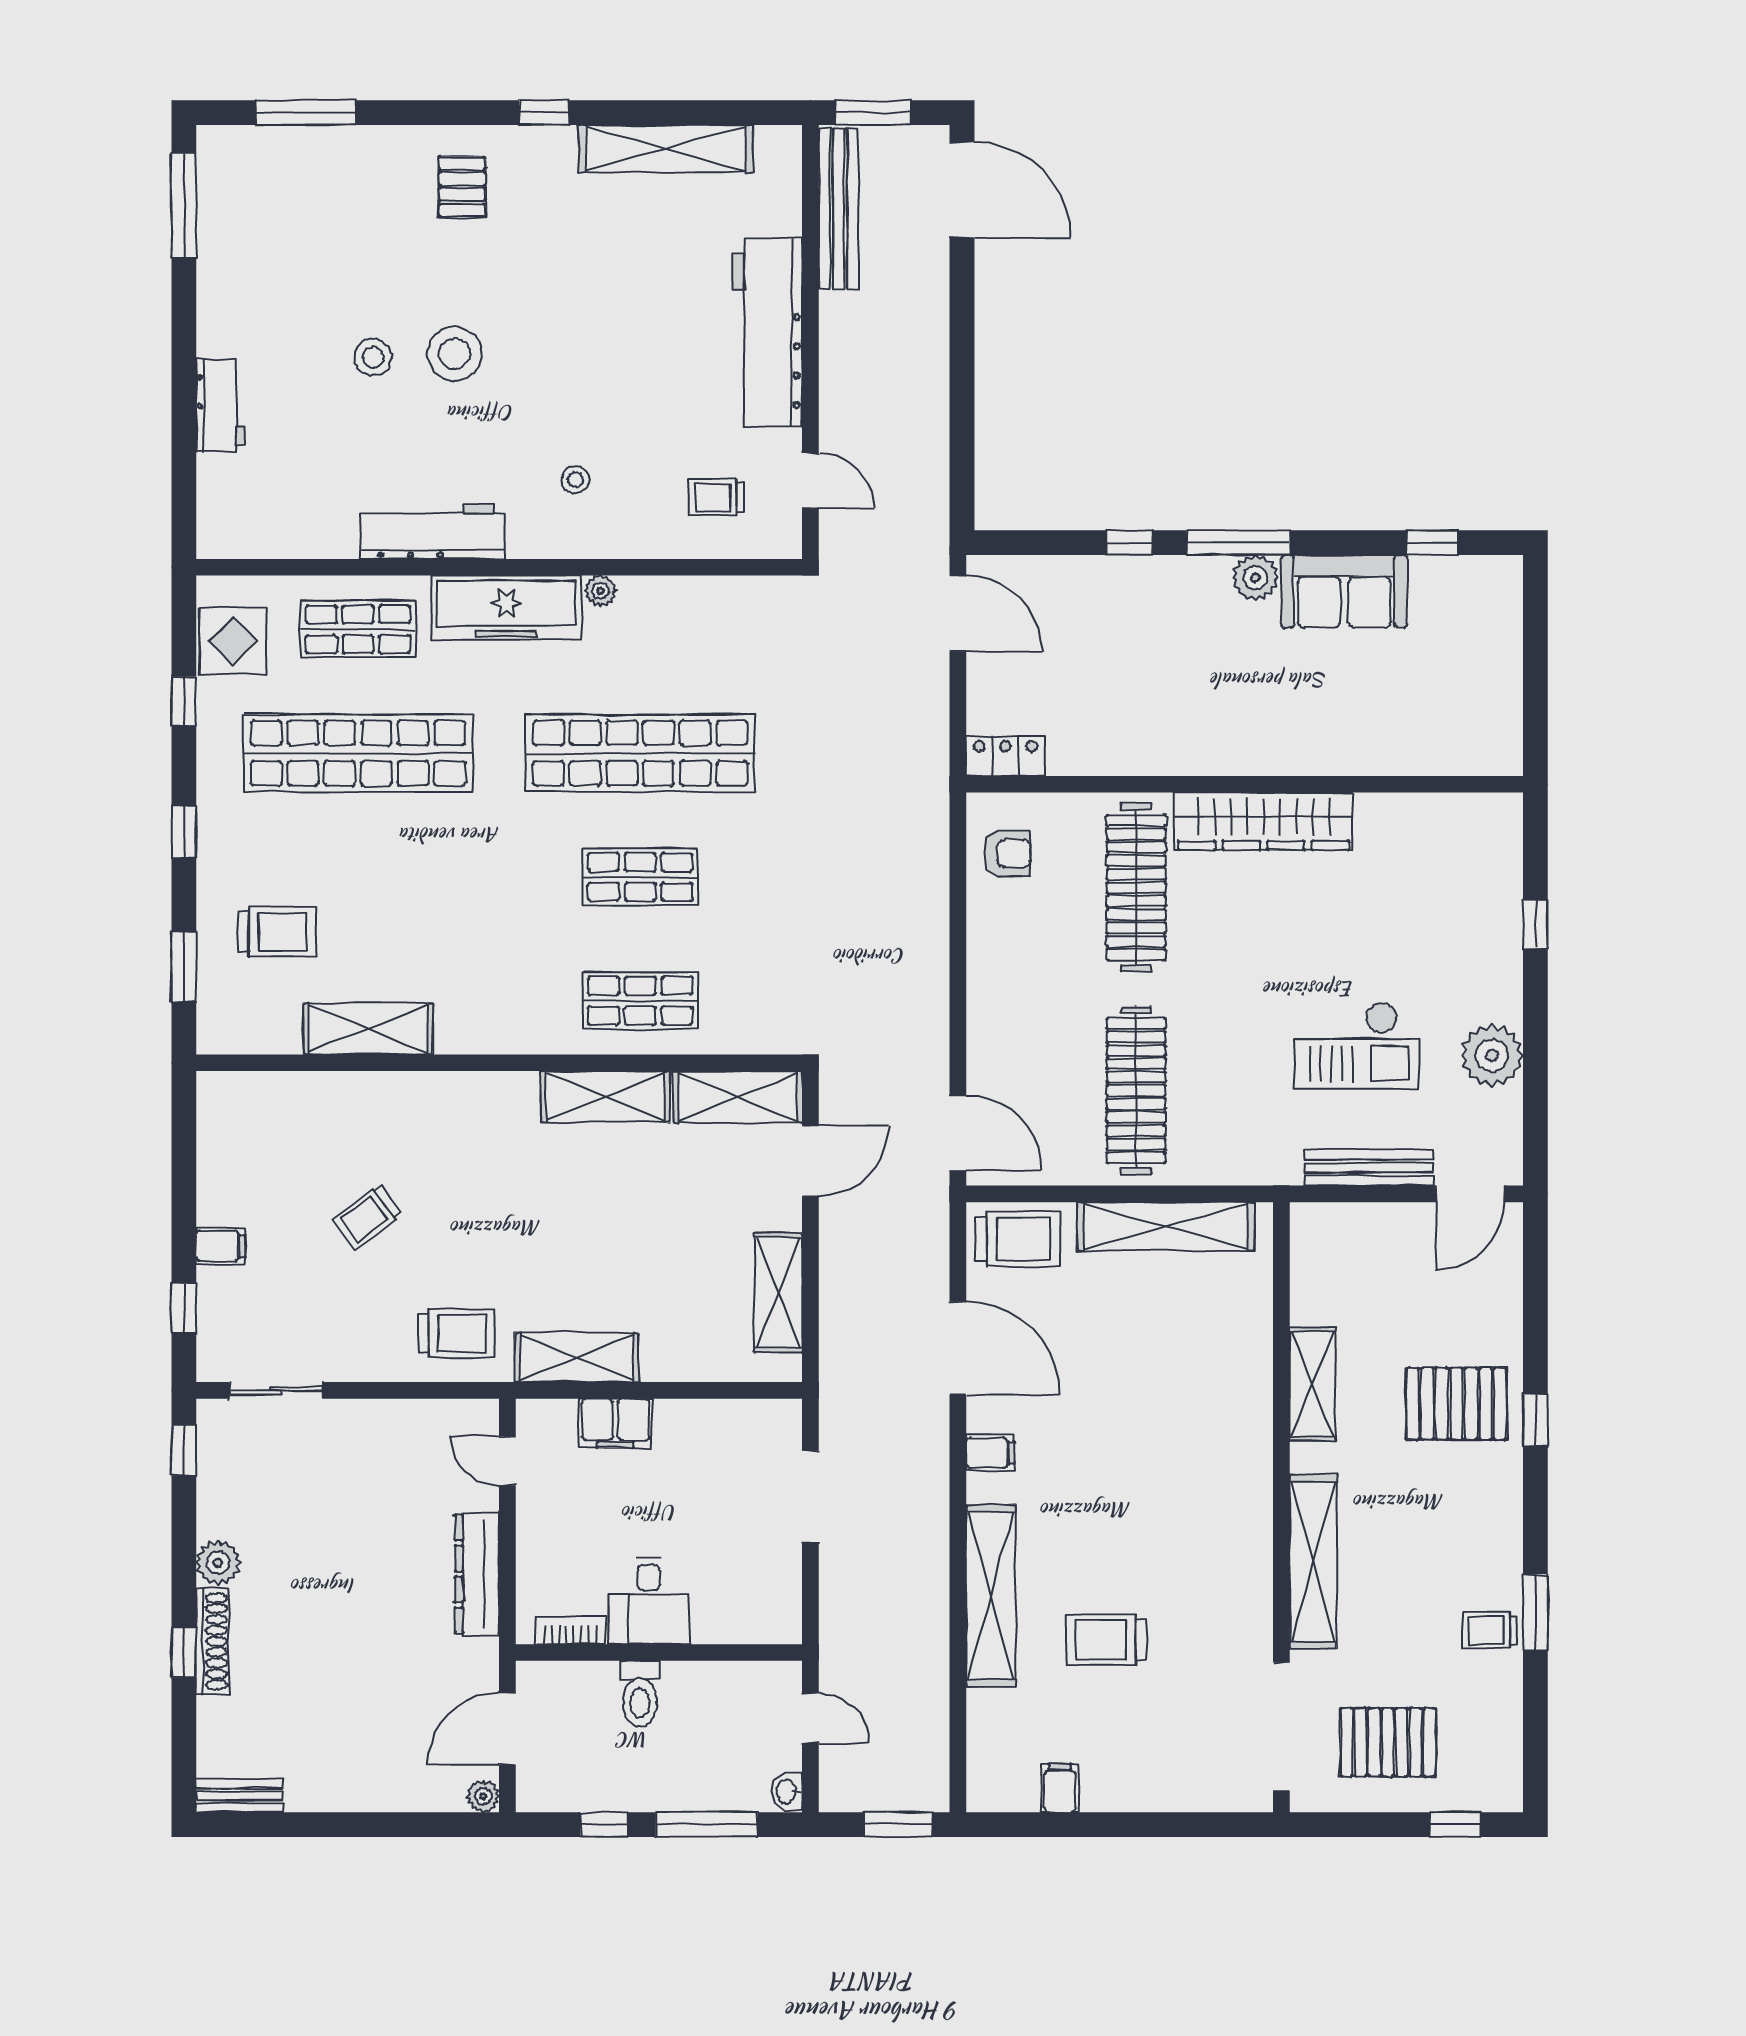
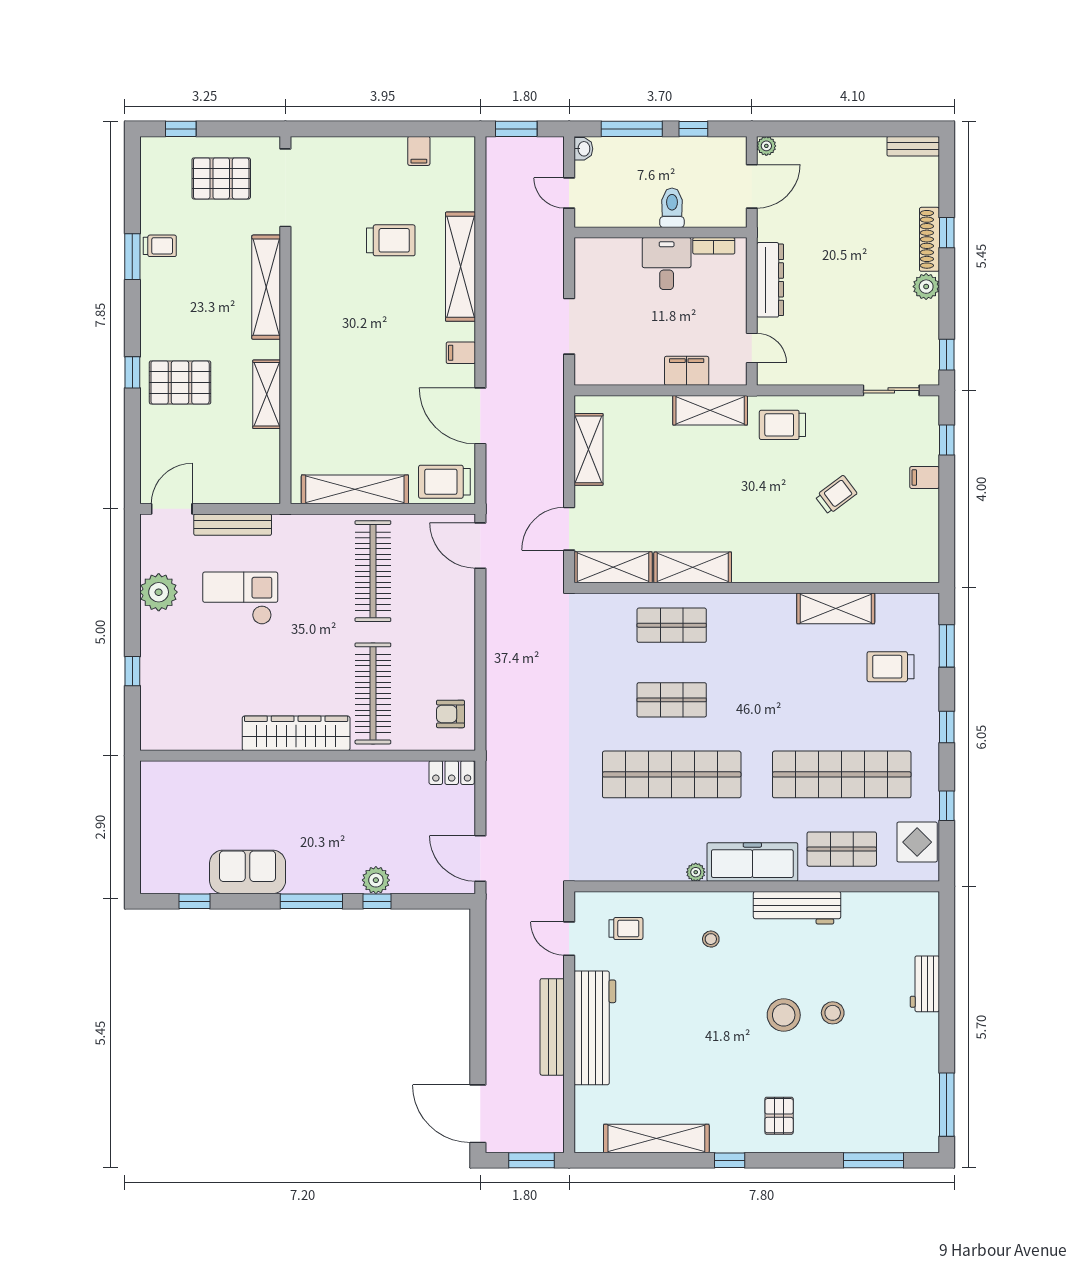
bench: (839, 209) -> (552, 1027), moved
plant: (1255, 578) -> (376, 880), moved

